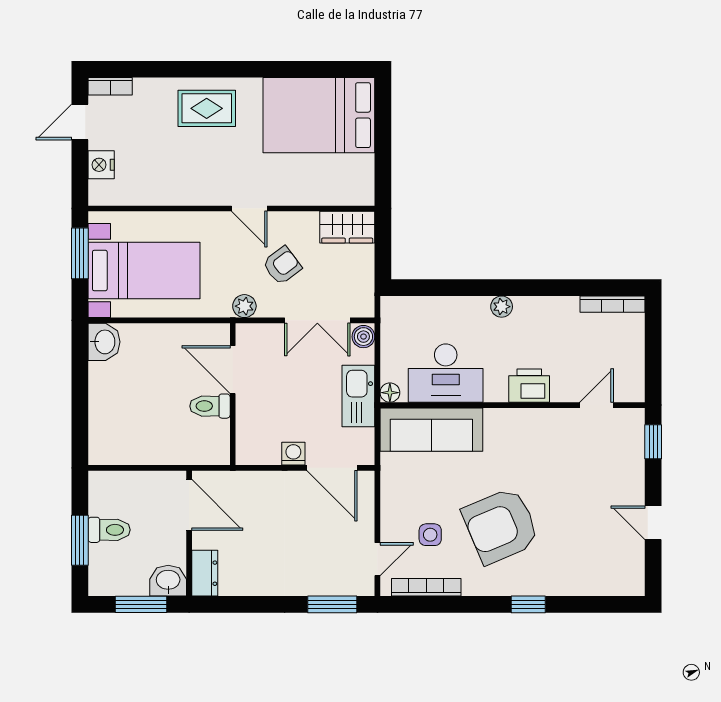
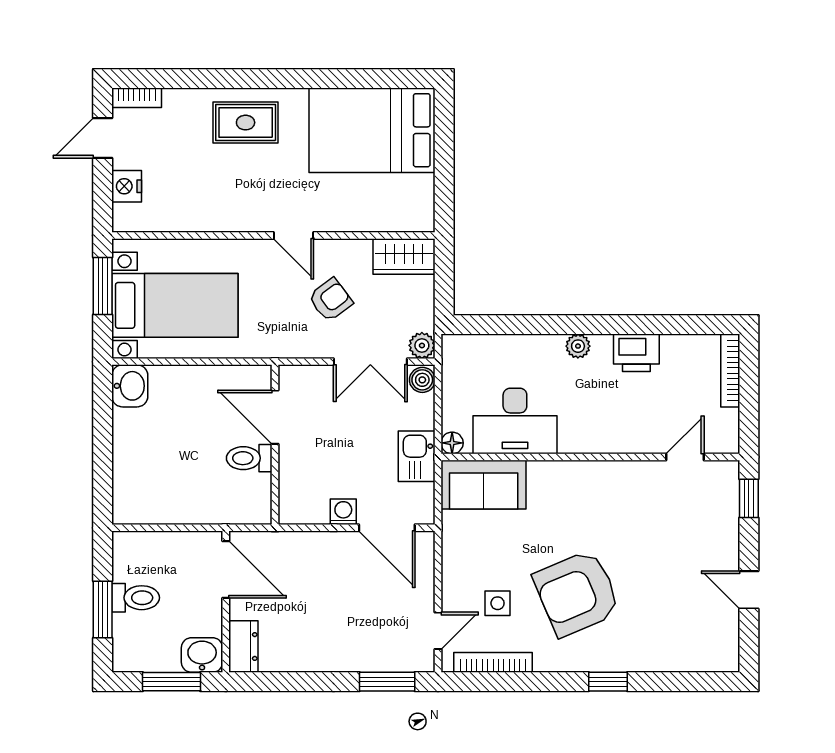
bookcase: (613, 304) -> (730, 371), moved, turned 90
plant: (244, 306) -> (422, 345), moved
printer: (529, 386) -> (636, 353), moved, turned 180
kitchen sink: (358, 396) -> (417, 456), width x0.73
sofa: (431, 430) -> (484, 485), width x0.73

